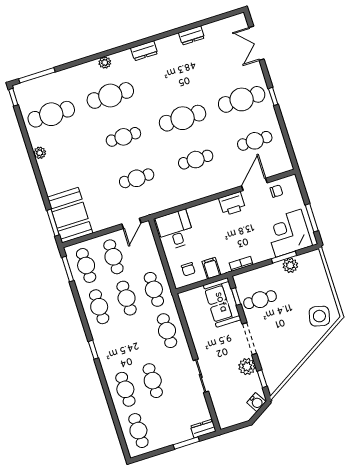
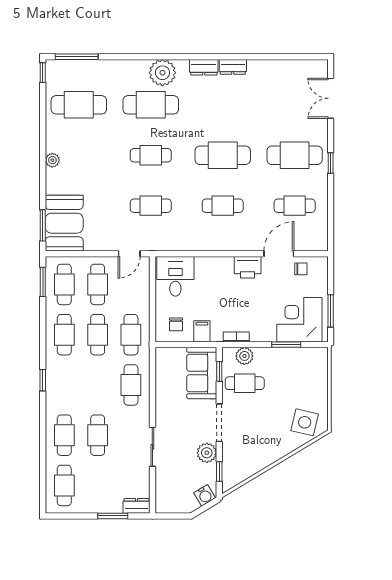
dresser: (192, 35) -> (233, 67), moved
plant: (105, 62) -> (162, 73), width x1.87, depth x1.87
plant: (40, 153) -> (52, 160), moved
plant: (290, 265) -> (244, 356), moved

